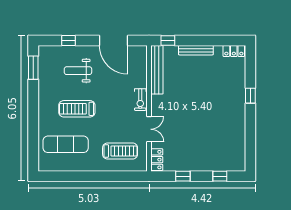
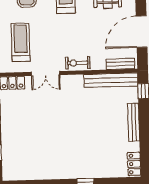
bench: (142, 61) -> (120, 64), added
treadmill: (120, 151) -> (21, 42), turned 180

